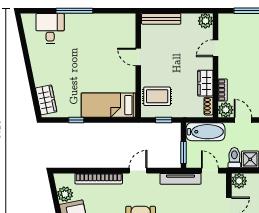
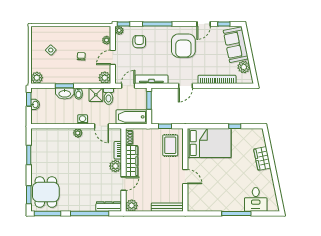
dresser: (234, 20) -> (109, 207), added
wardrobe: (205, 83) -> (132, 161), width x1.50
rug: (157, 96) -> (170, 145), turned 90
wardrobe: (46, 100) -> (262, 158), moved
bed: (108, 105) -> (209, 143), width x1.50
plant: (226, 110) -> (115, 166), moved
door: (210, 171) -> (128, 86), swing flipped

